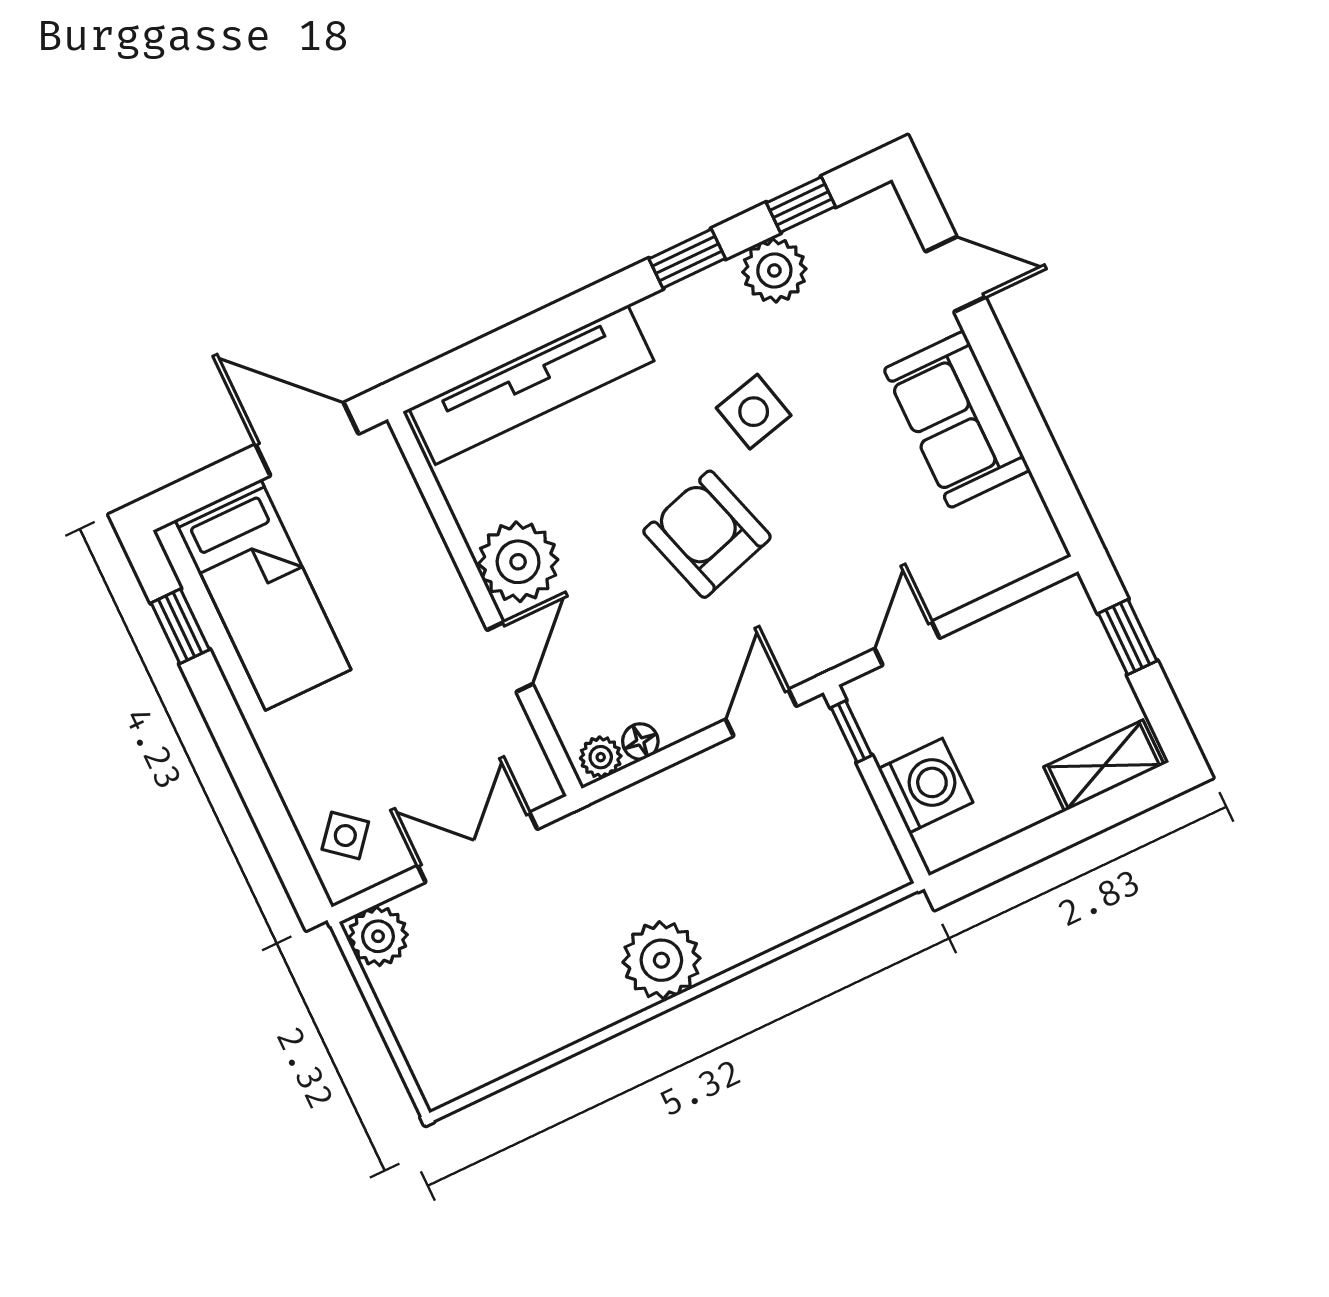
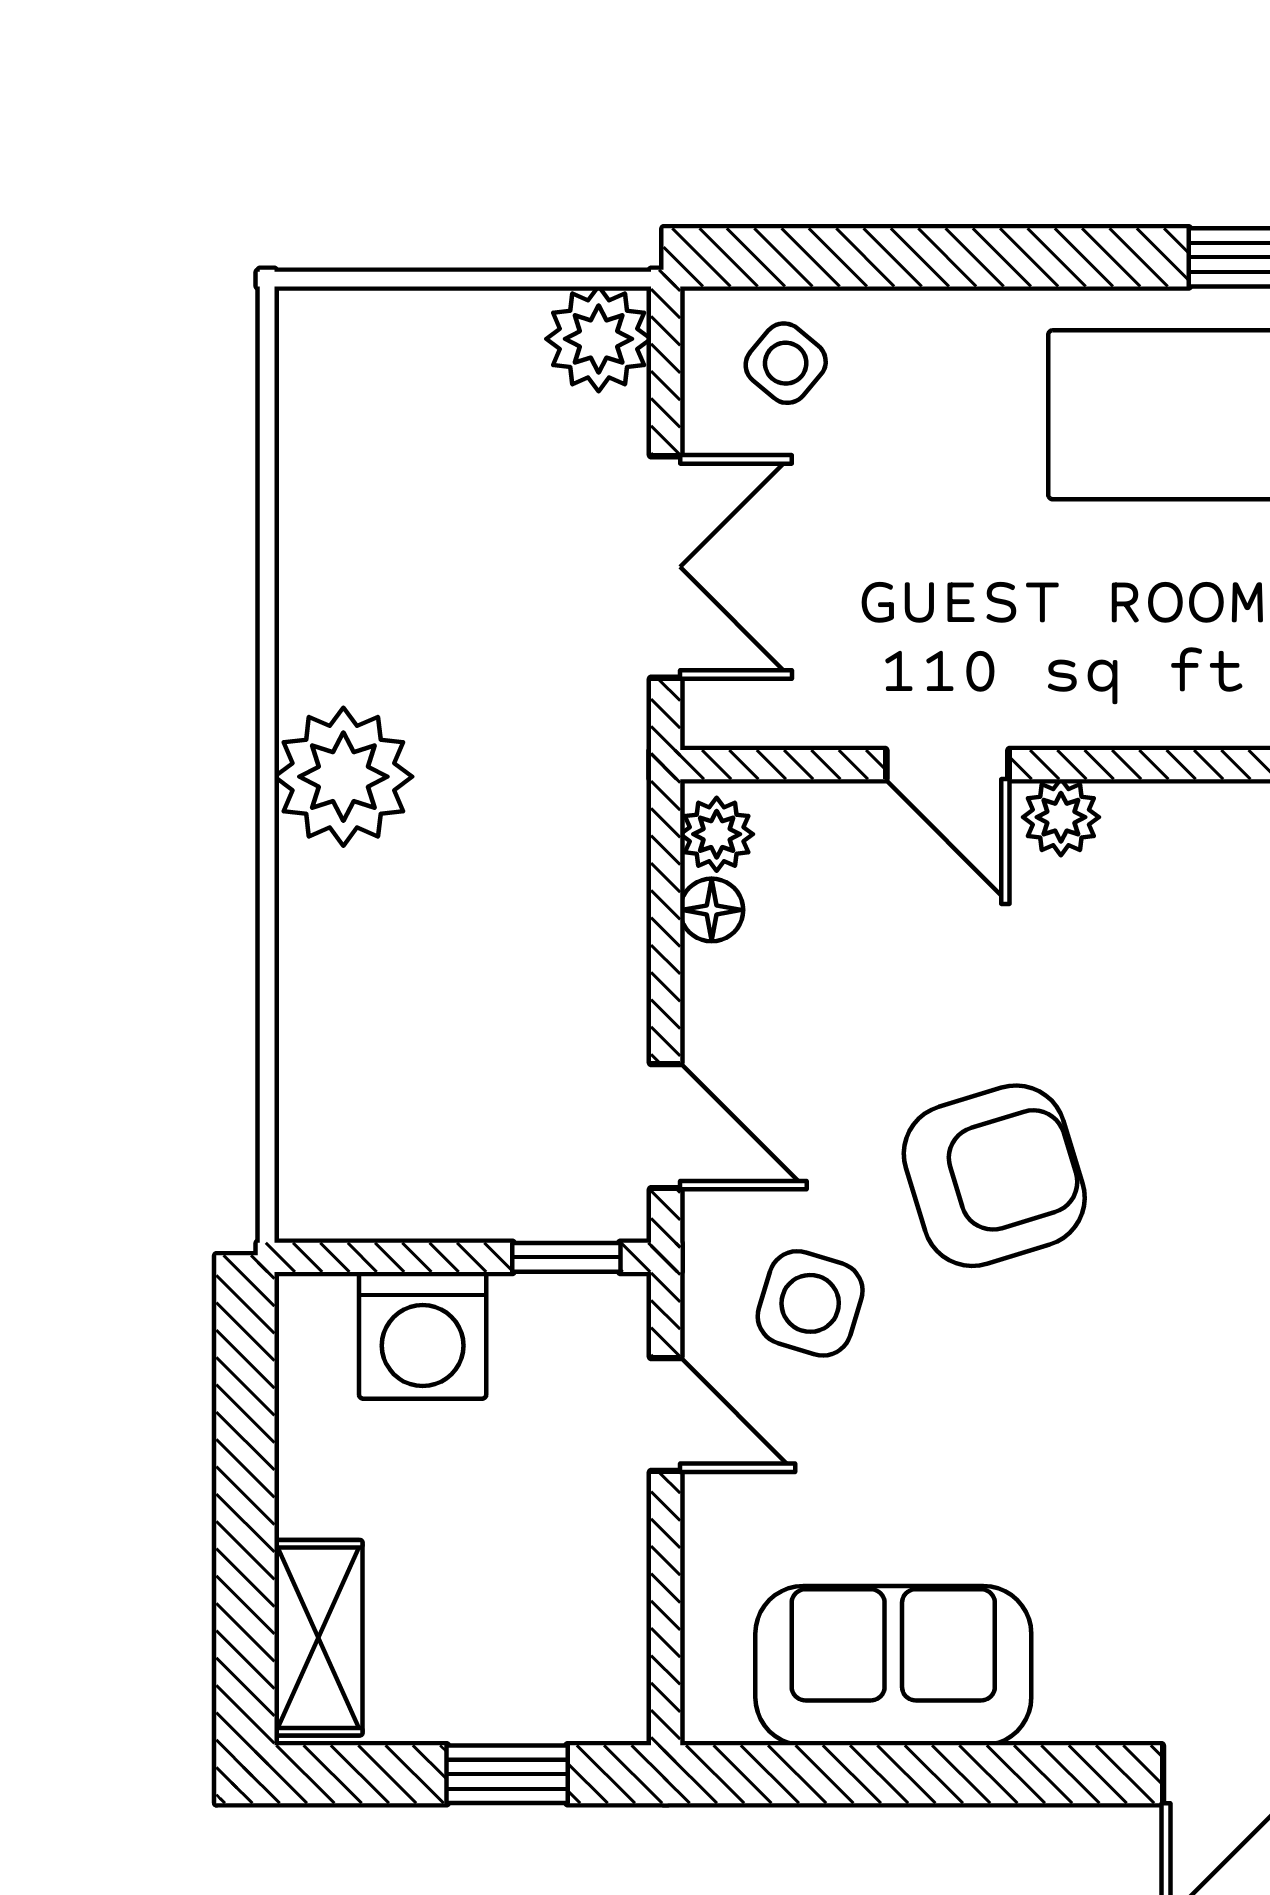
side table: (754, 412) -> (810, 1303), moved, turned 31
sofa: (957, 419) -> (893, 1666), moved
plant: (518, 562) -> (1061, 817), width x0.53, depth x0.53

